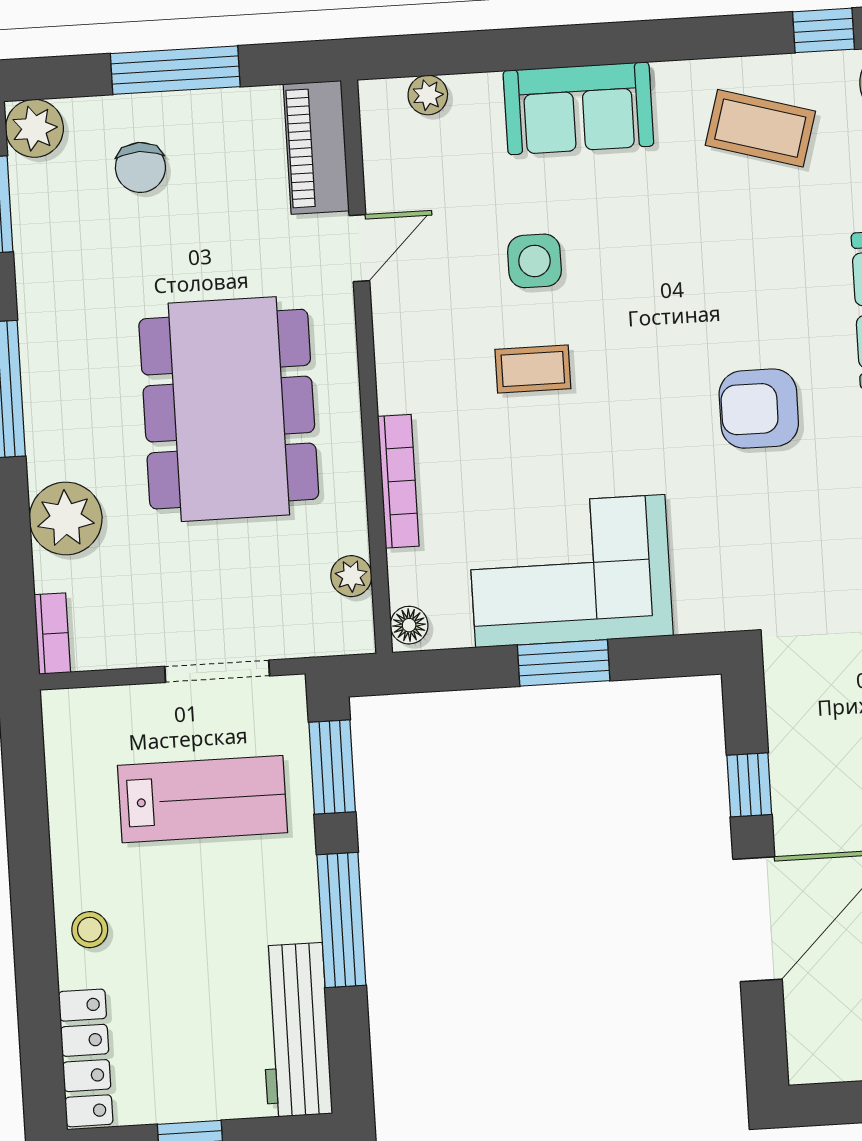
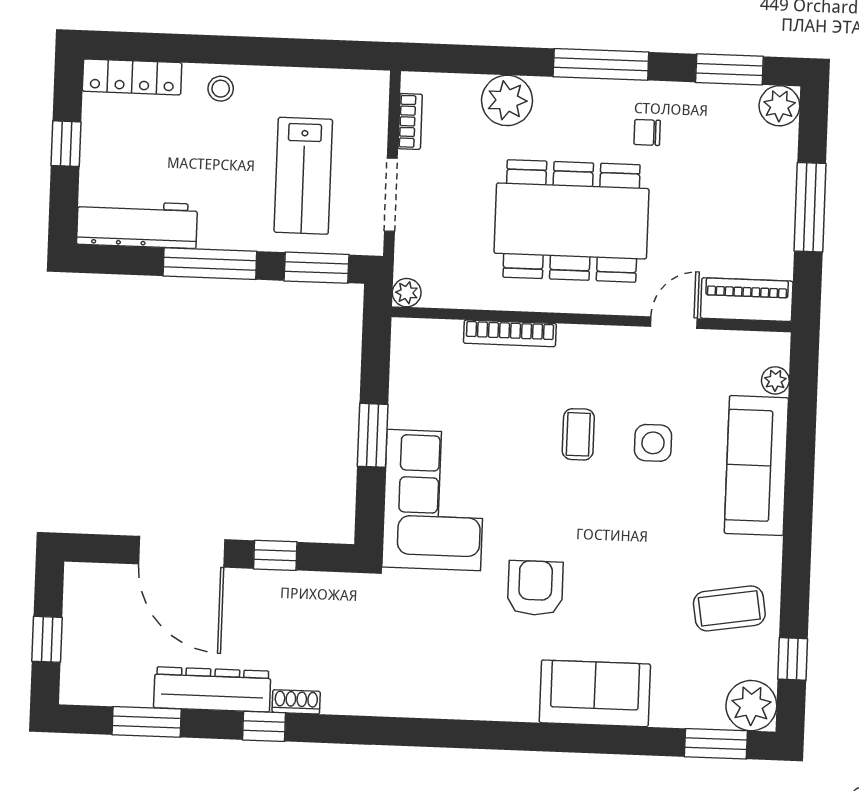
sofa: (578, 108) -> (756, 466), width x1.36
coffee table: (760, 128) -> (729, 608), turned 65
chair: (140, 167) -> (647, 132), moved, width x0.73, depth x0.73
door: (359, 248) -> (674, 323), swing flipped
corner sofa: (570, 571) -> (434, 500), moved
plant: (351, 576) -> (407, 293), moved
floor lamp: (409, 625) -> (409, 331), removed
bookcase: (52, 634) -> (410, 121), moved, turned -90

